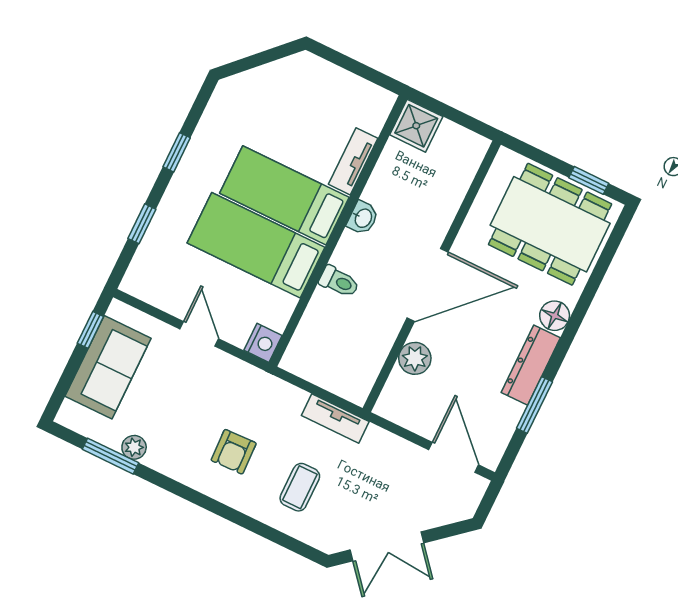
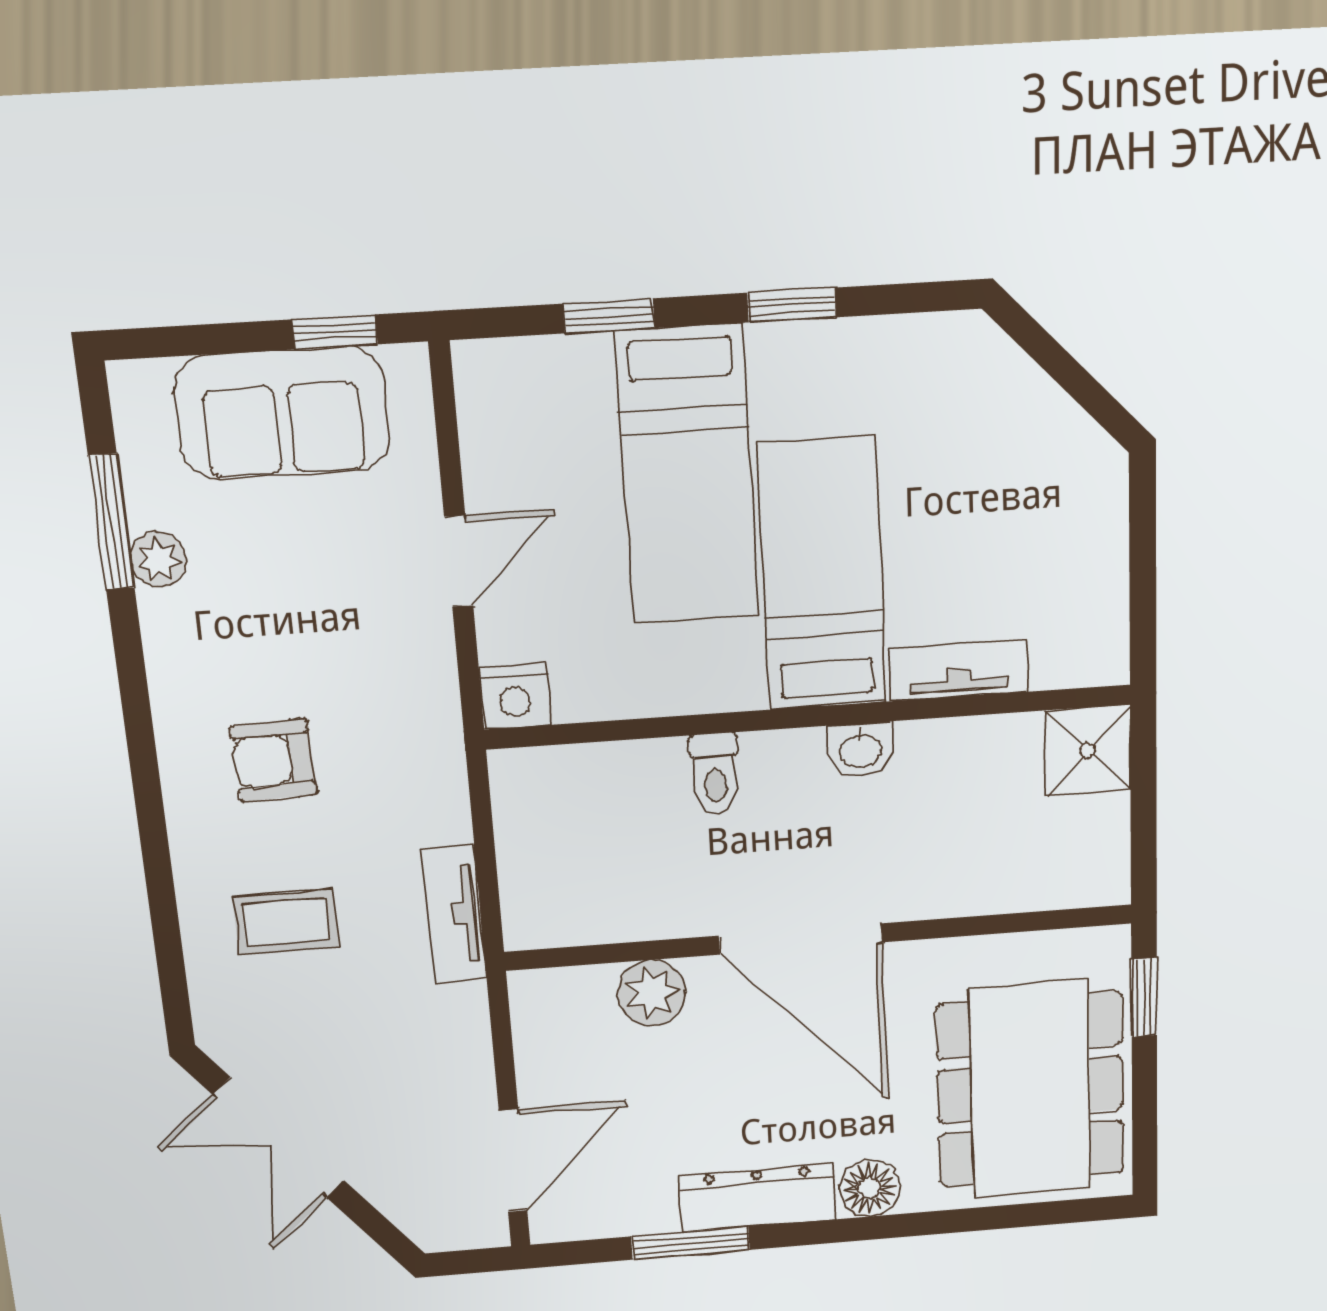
window: (589, 180) -> (1144, 997), moved
bed: (256, 245) -> (687, 475), moved, turned 180

